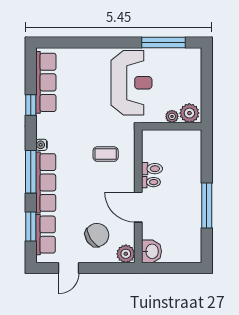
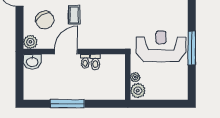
window: (164, 42) -> (192, 48), moved
reception desk: (132, 83) -> (161, 46), turned 180
coffee table: (106, 154) -> (74, 15), moved

